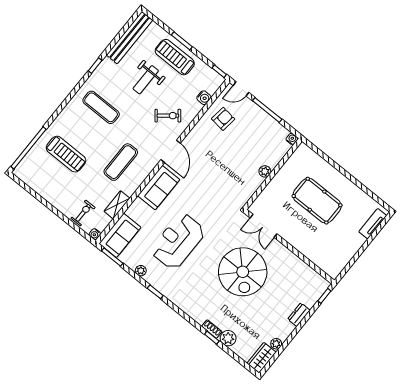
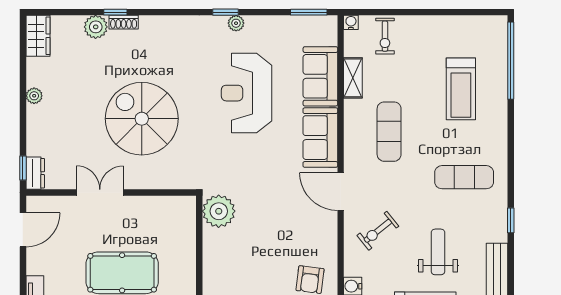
treadmill: (66, 154) -> (461, 89), turned -90
plant: (265, 171) -> (219, 211), moved, width x1.87, depth x1.87
double door: (264, 226) -> (100, 192), moved
sofa: (120, 235) -> (320, 76), moved
reception desk: (178, 241) -> (247, 93), turned 180
door: (350, 264) -> (23, 230), added
plant: (141, 271) -> (236, 23), moved
dresser: (299, 315) -> (35, 173), moved
plant: (276, 344) -> (34, 96), moved

